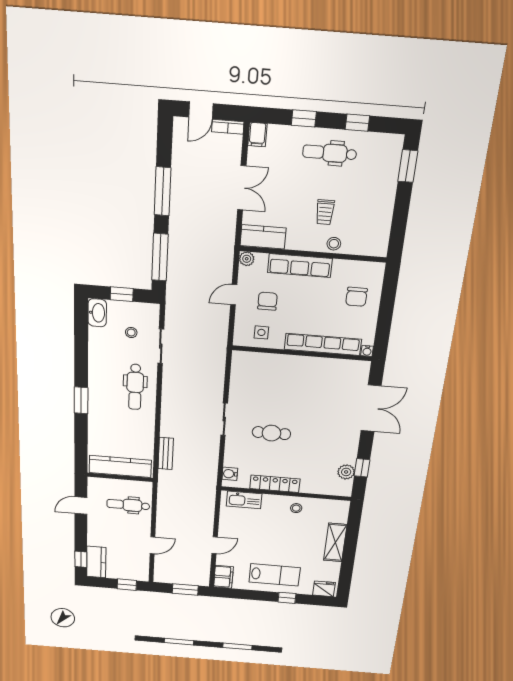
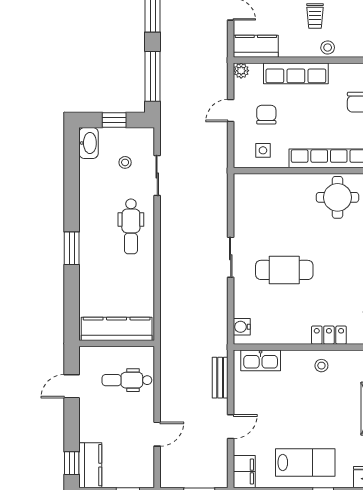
round table: (327, 378) -> (337, 197), added
cafe table: (271, 433) -> (284, 270), width x1.37, depth x1.35
bench: (166, 453) -> (220, 378), moved
locker: (275, 484) -> (329, 335), moved, width x0.66

